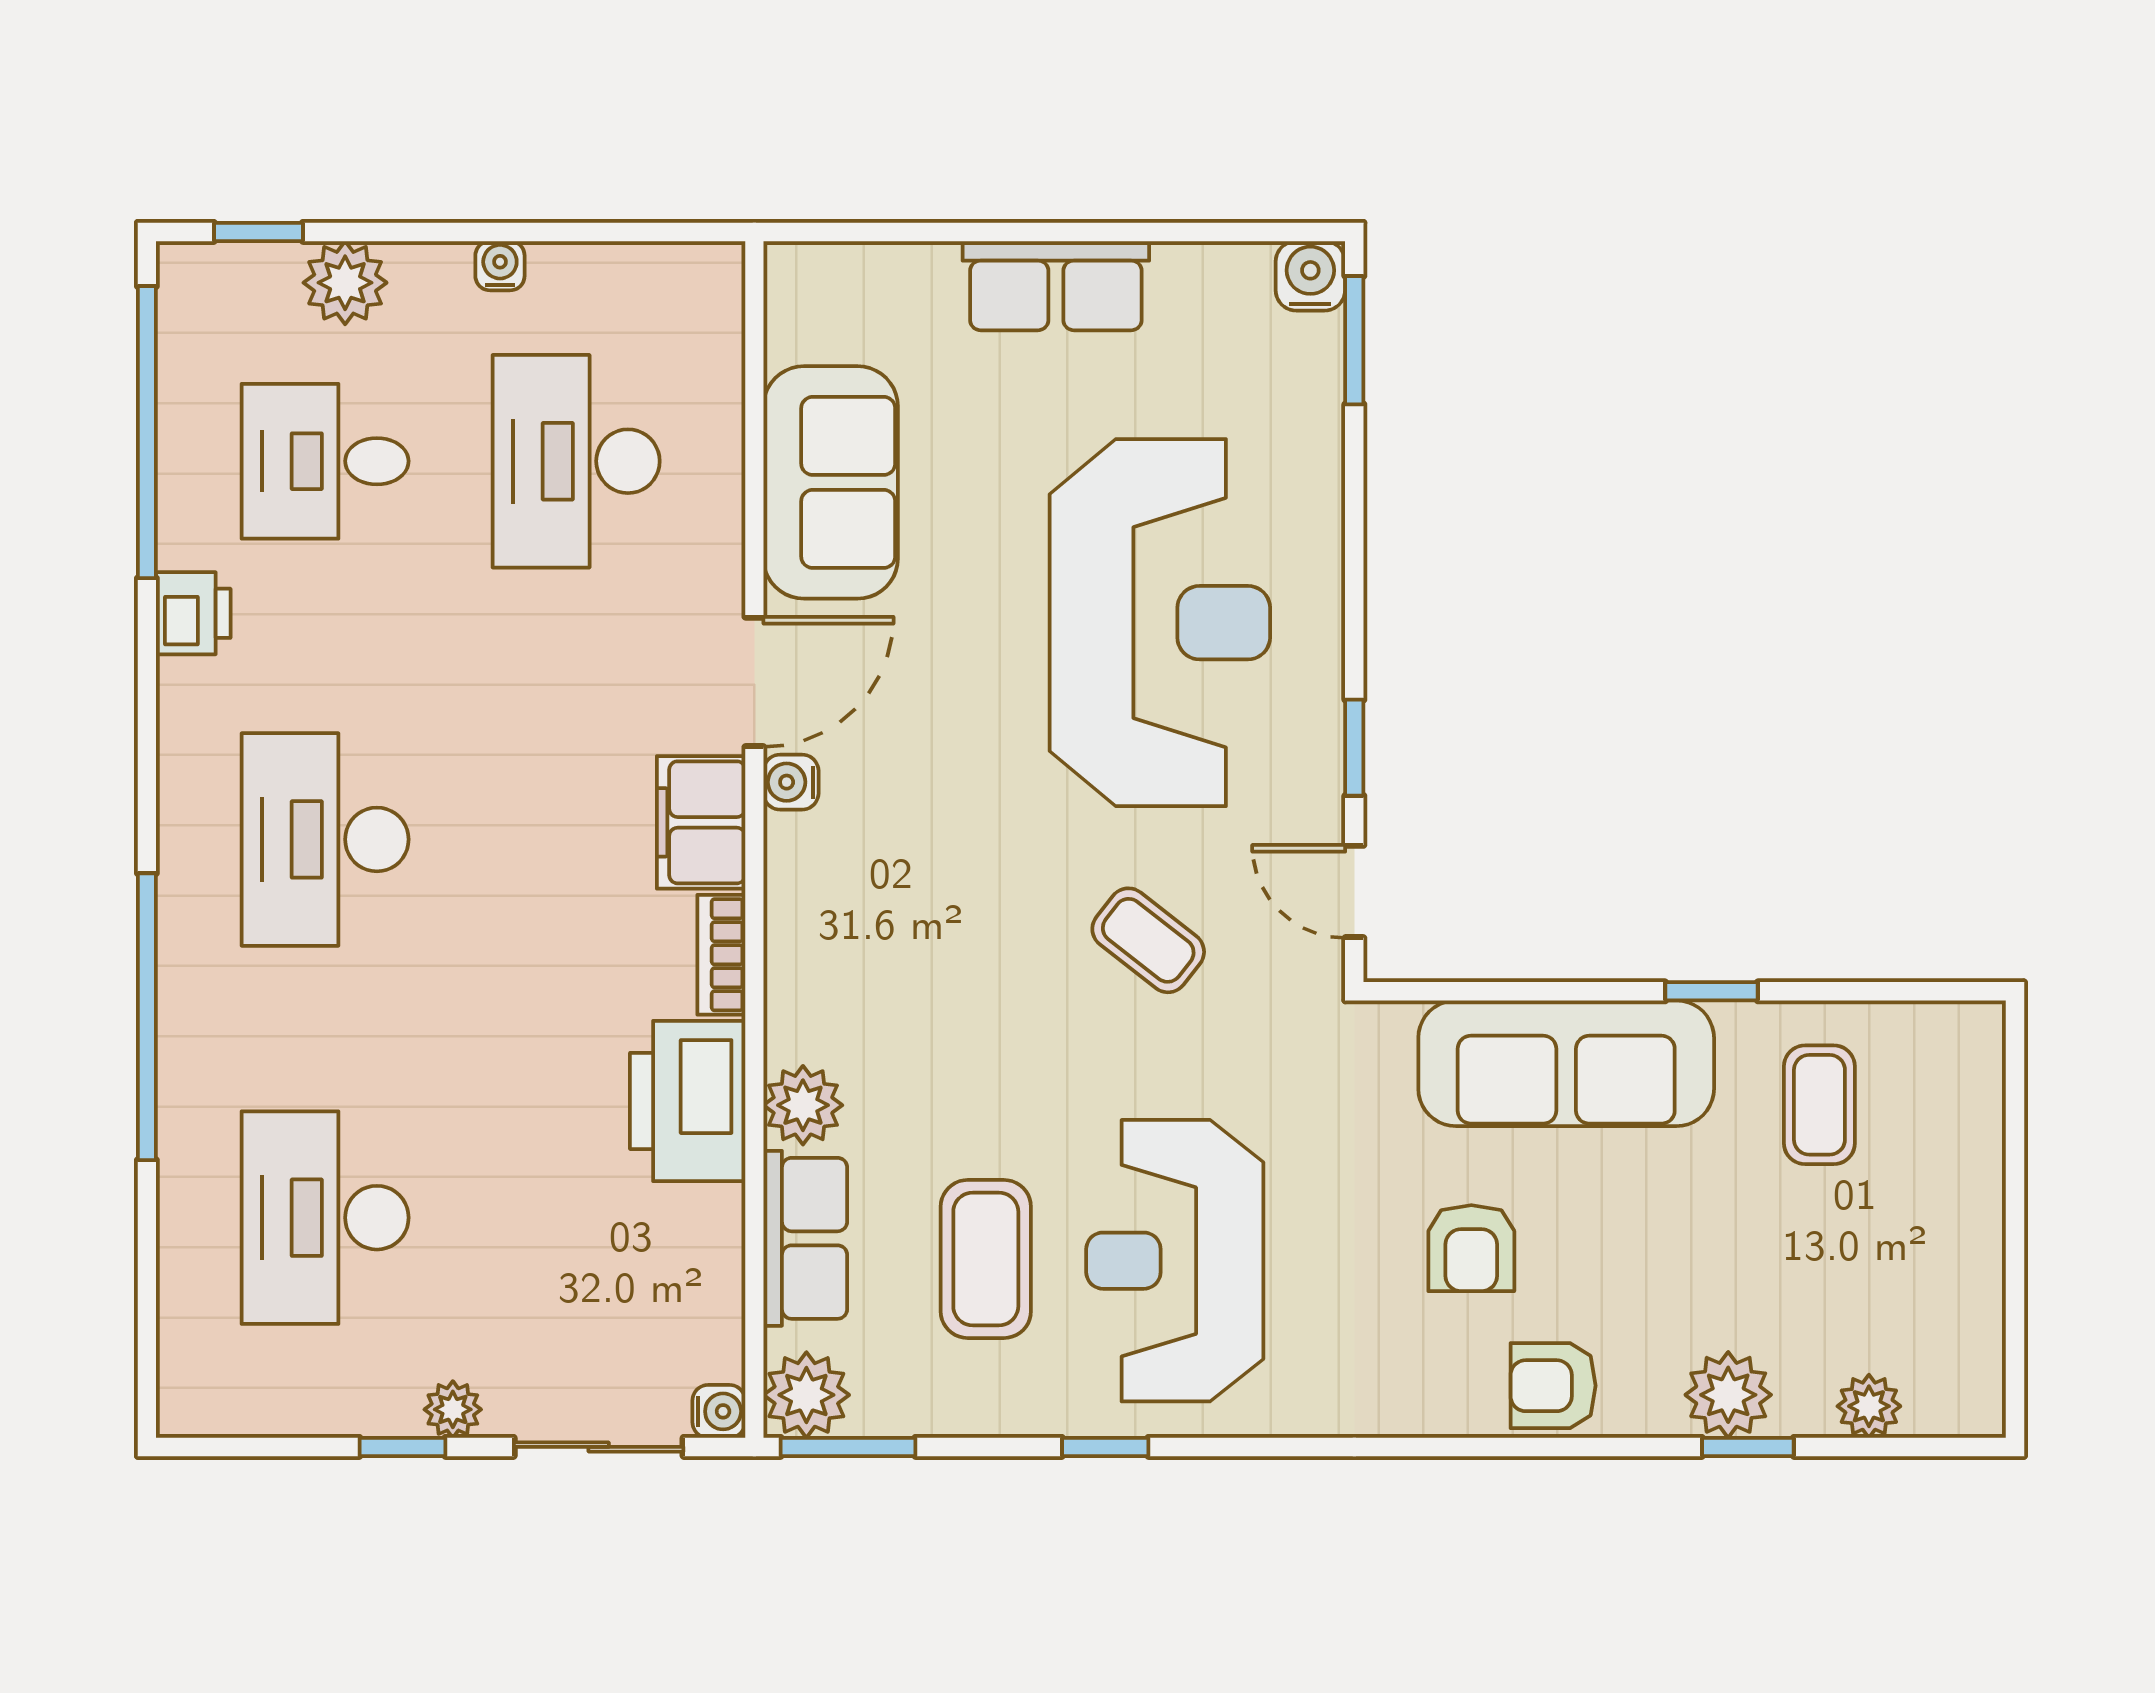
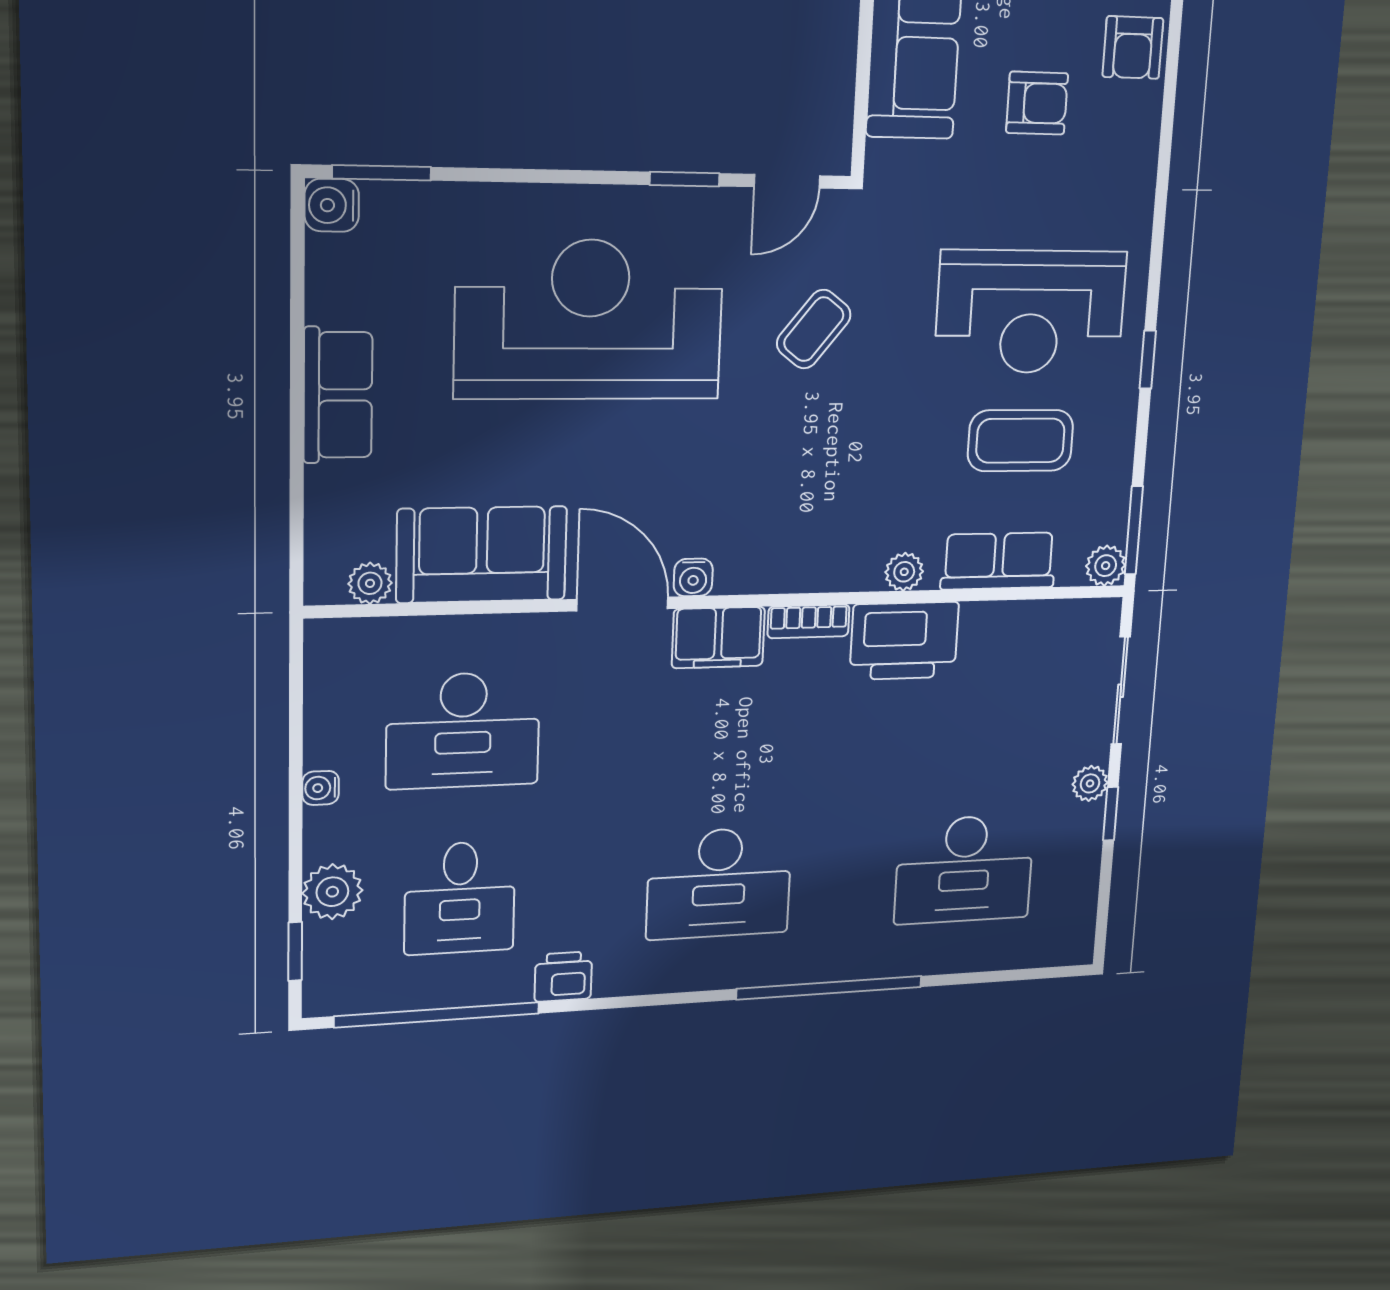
plant: (793, 330) -> (370, 583), added
plant: (803, 1105) -> (904, 572), width x0.73, depth x0.73
plant: (806, 1395) -> (1106, 566), width x0.73, depth x0.73
water cooler: (719, 1411) -> (1105, 615), removed

